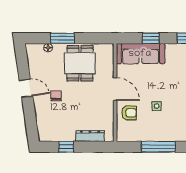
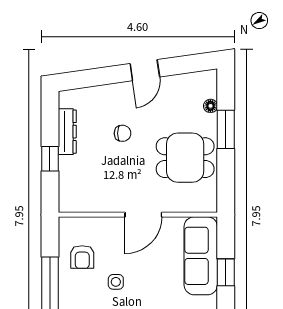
chair: (56, 96) -> (123, 133), moved
armchair: (129, 113) -> (82, 257), moved
dresser: (90, 136) -> (67, 132), moved
window: (66, 147) -> (50, 159), moved

